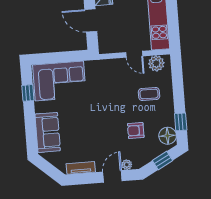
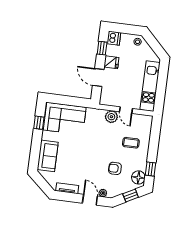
plant: (156, 63) -> (111, 117), moved
door: (112, 176) -> (90, 200), hinge flipped

